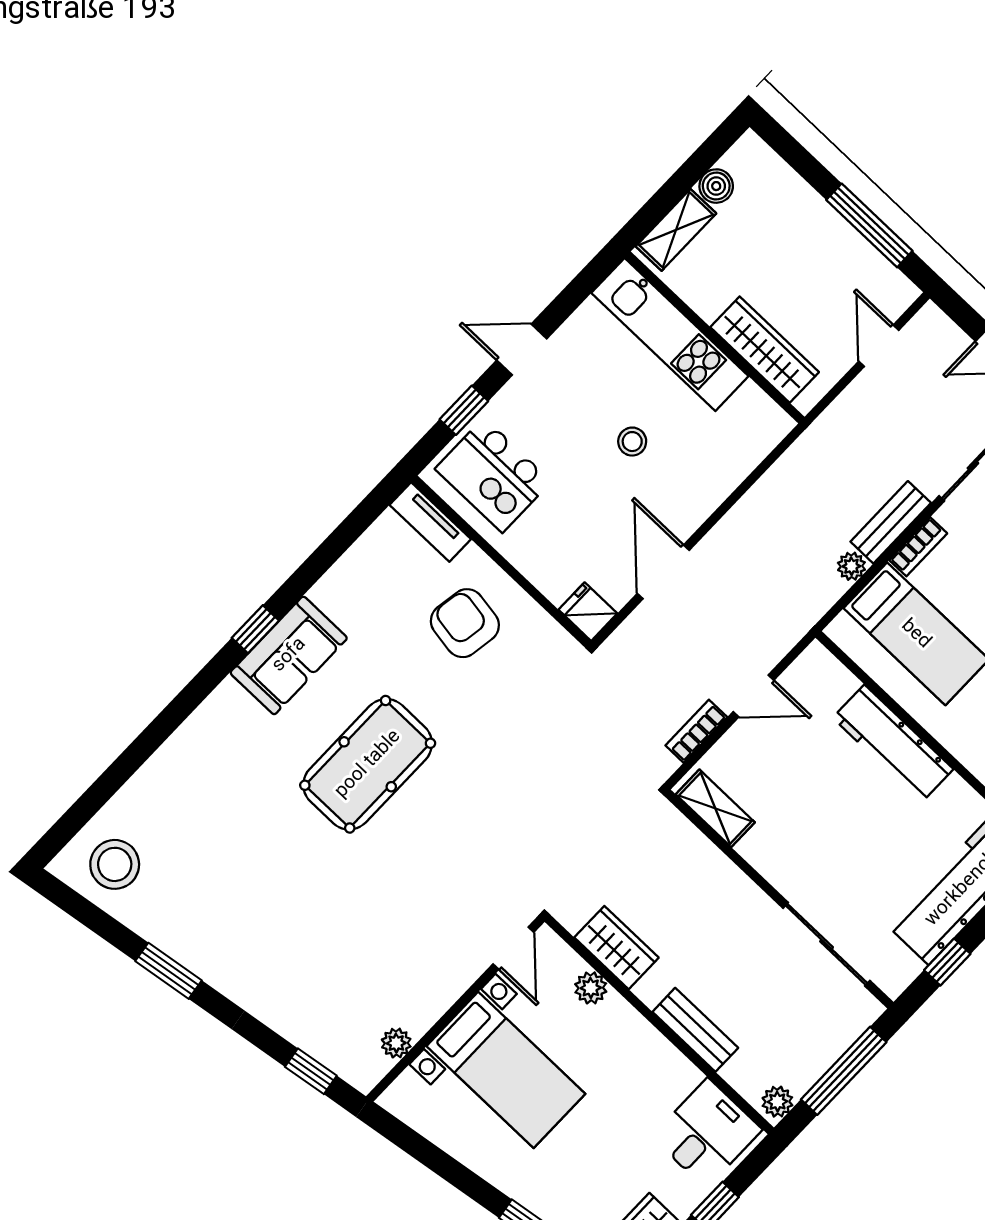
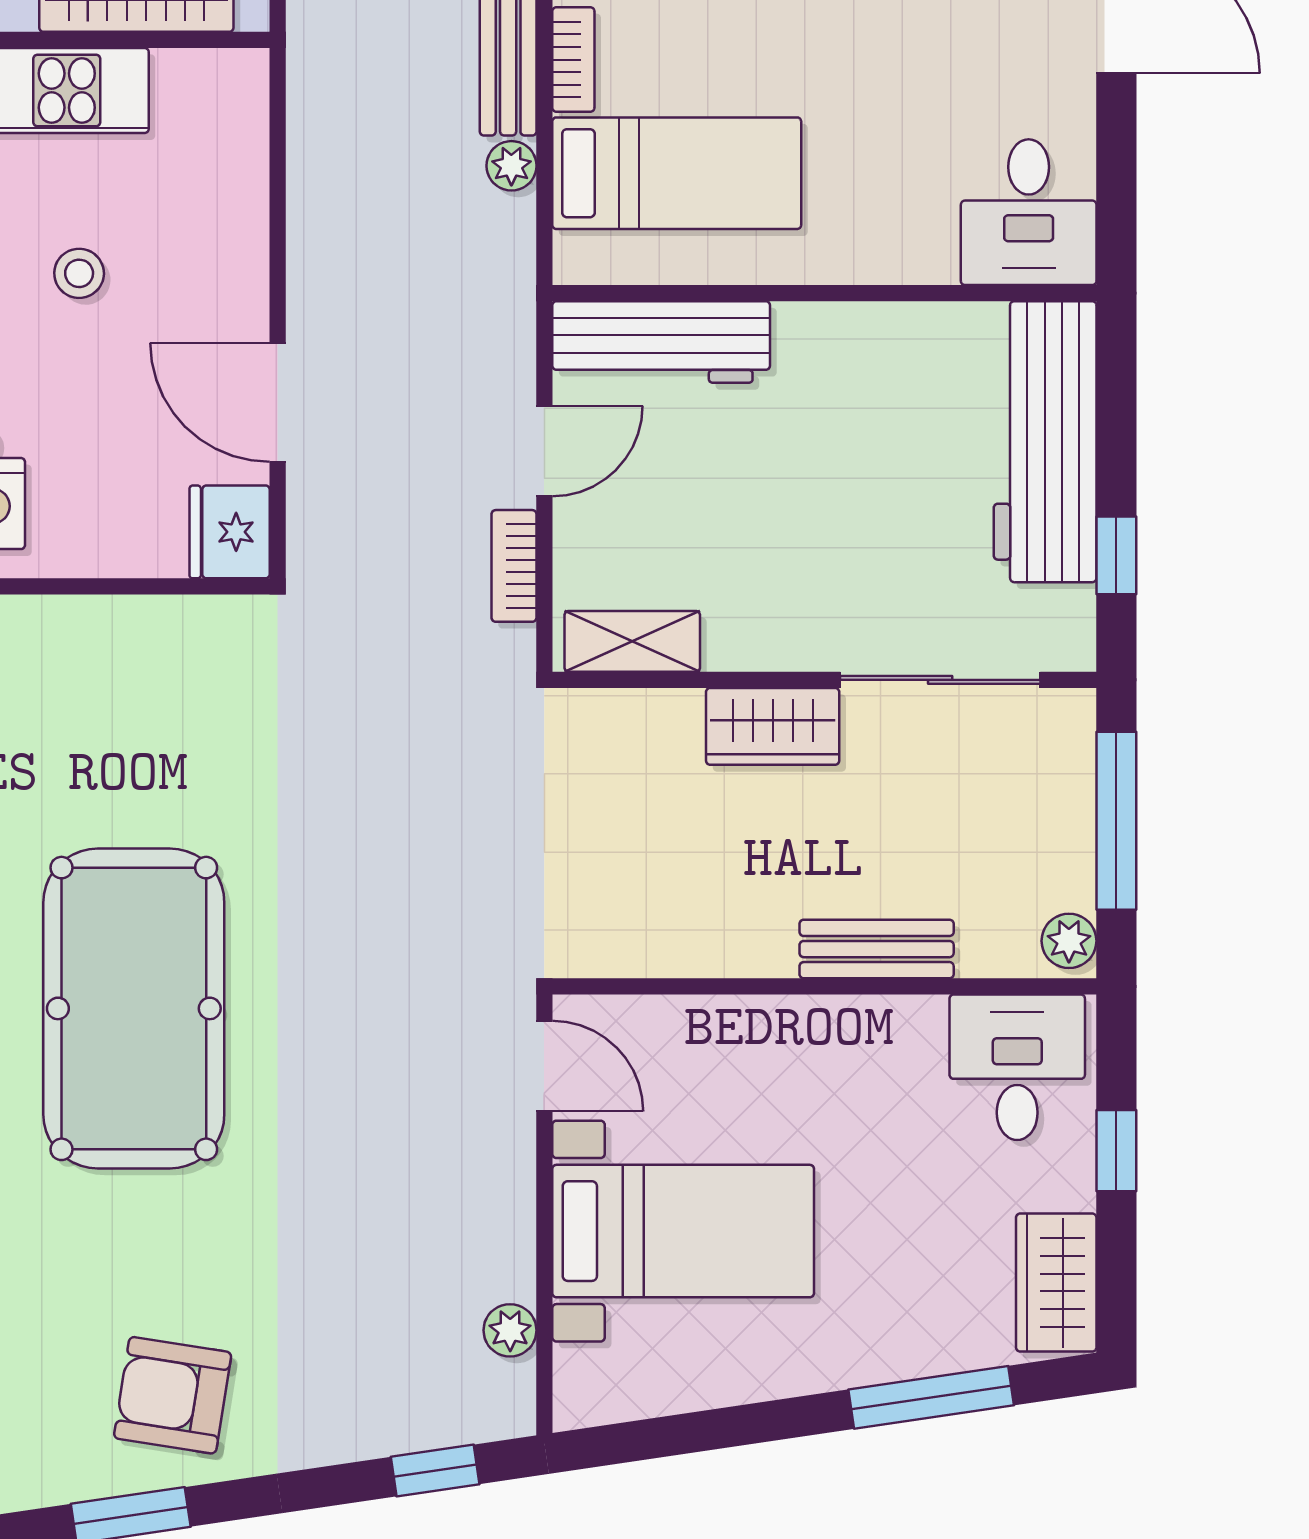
fridge: (588, 612) -> (230, 532), width x1.38
armchair: (465, 623) -> (173, 1395), moved
workbench: (893, 744) -> (661, 342), moved
pool table: (368, 764) -> (134, 1008), width x1.36, depth x1.32
wardrobe: (616, 948) -> (773, 726), moved, turned 180
plant: (591, 988) -> (692, 1023), removed

